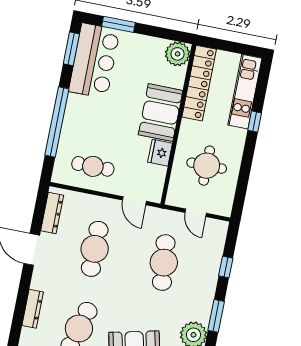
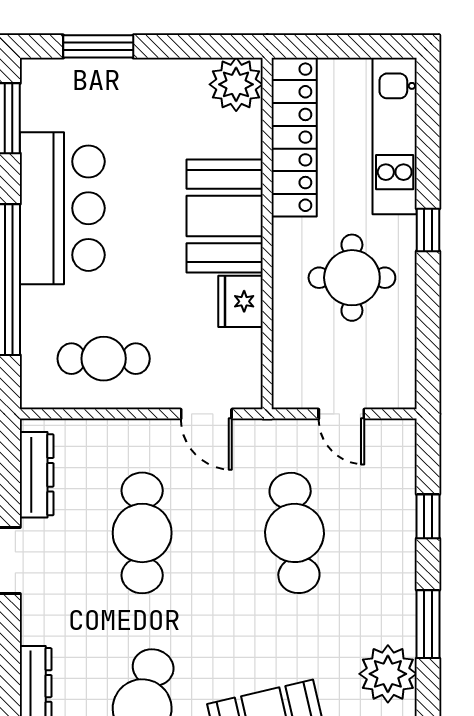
bar counter: (94, 61) -> (62, 208), moved
window: (255, 122) -> (428, 230), moved
round table: (207, 166) -> (352, 278), moved

